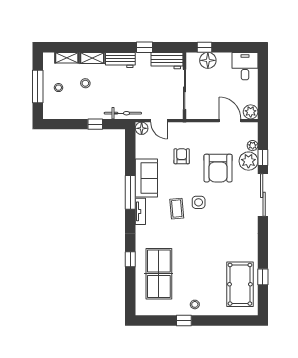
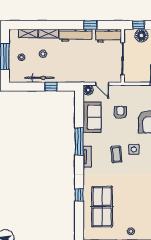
workbench: (120, 60) -> (76, 35), width x1.38
bicycle: (123, 113) -> (40, 78), moved
sofa: (146, 178) -> (92, 117), moved

